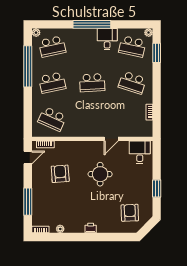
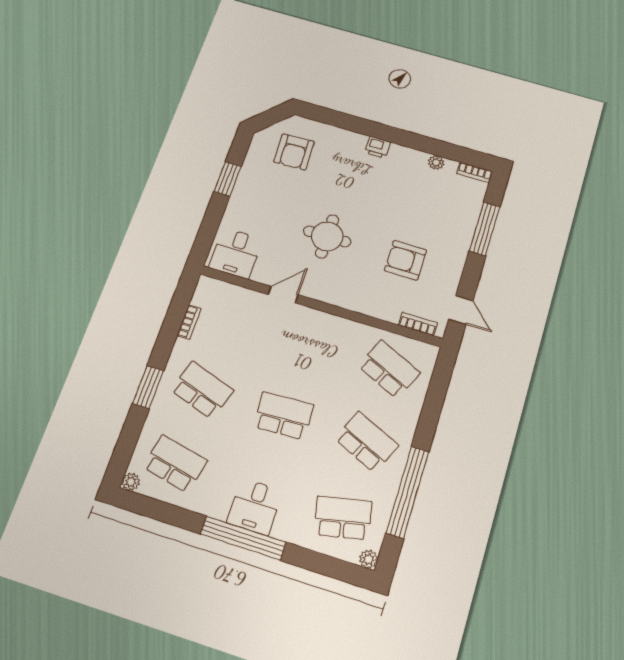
desk: (107, 39) -> (255, 507), moved
window: (157, 53) -> (148, 387), moved
school desk: (52, 83) -> (366, 442), turned 36
door: (28, 158) -> (461, 310), swing flipped
armchair: (60, 174) -> (405, 260), turned 94

